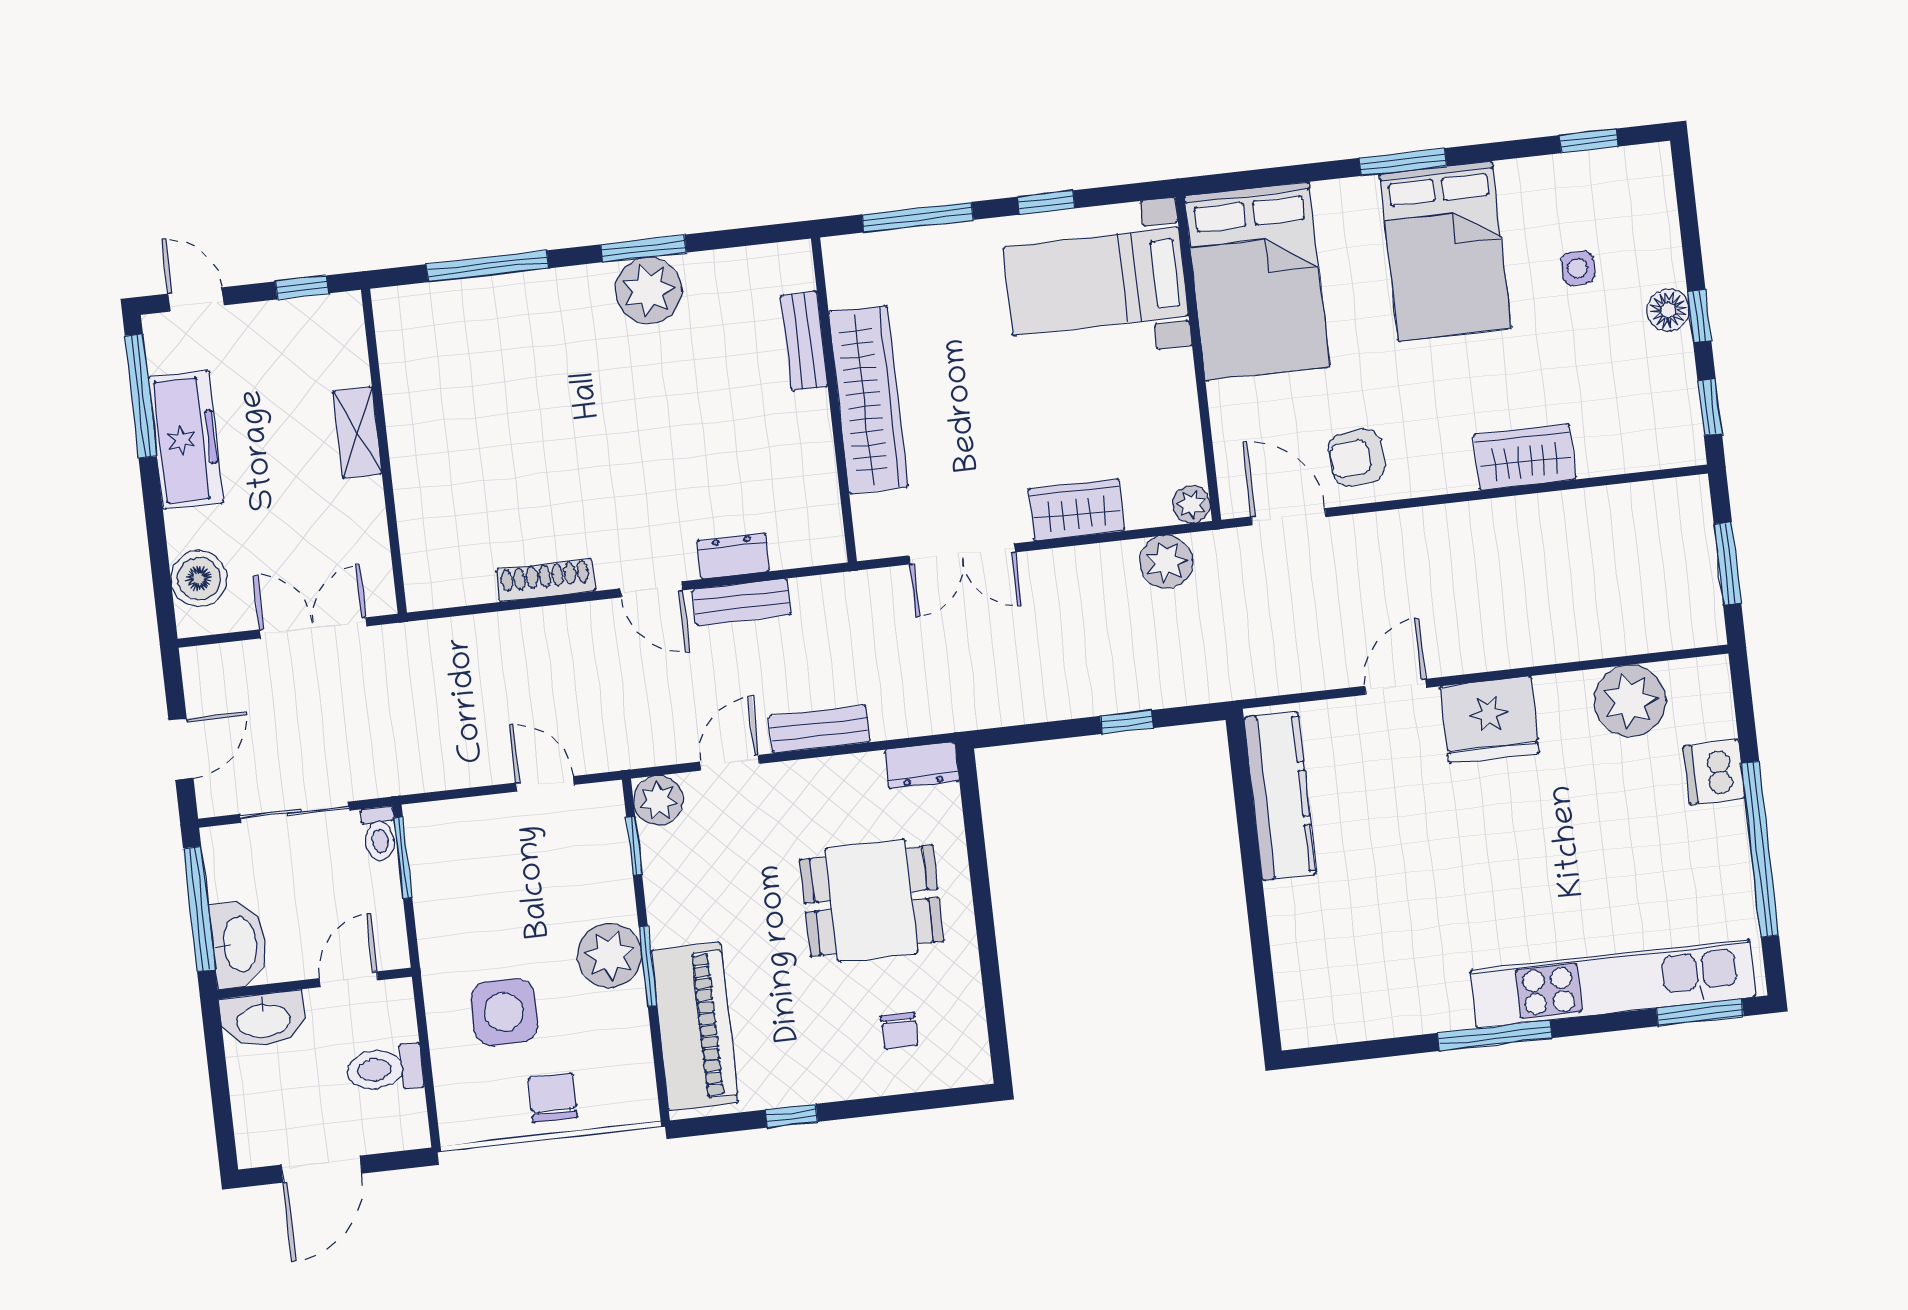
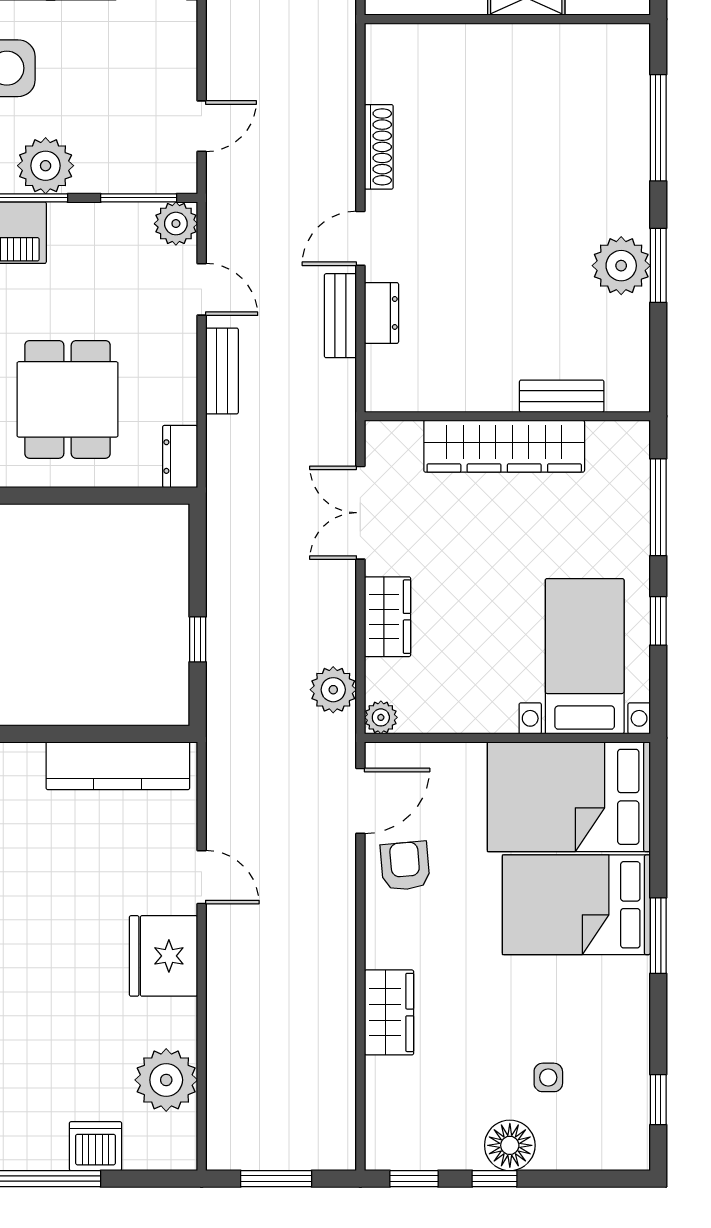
bed: (1445, 251) -> (576, 905), moved
floor lamp: (1668, 310) -> (510, 1145), width x1.38, depth x1.38
window: (634, 846) -> (139, 198), width x1.50

